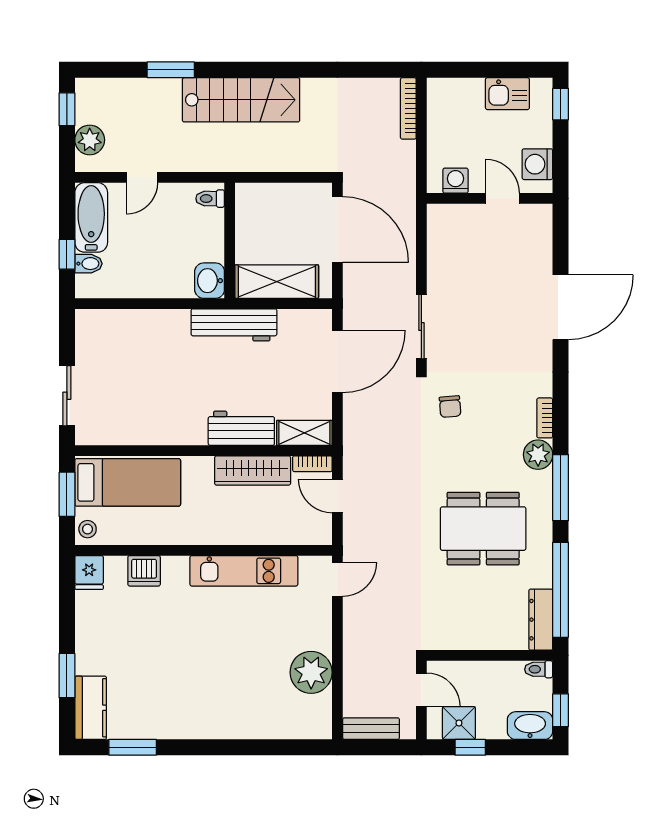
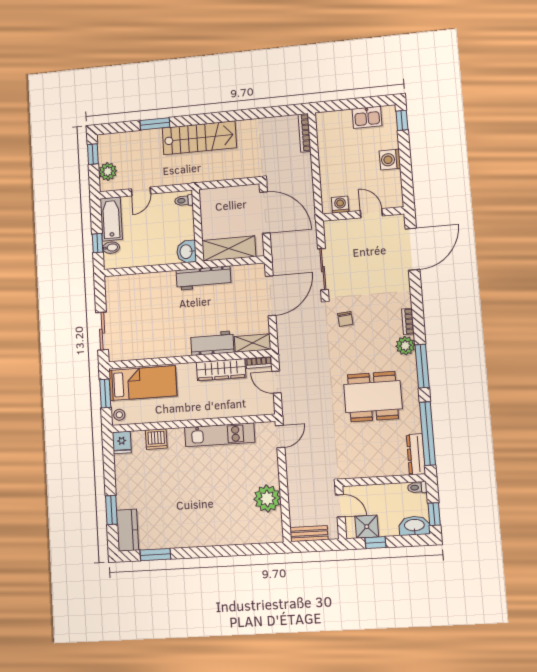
washing machine: (455, 181) -> (340, 205), moved
wall: (490, 198) -> (363, 214), moved
door: (502, 198) -> (371, 213), moved

